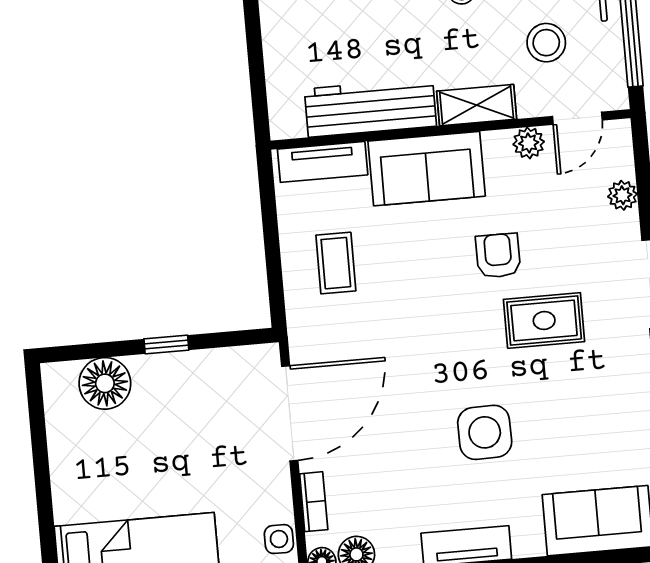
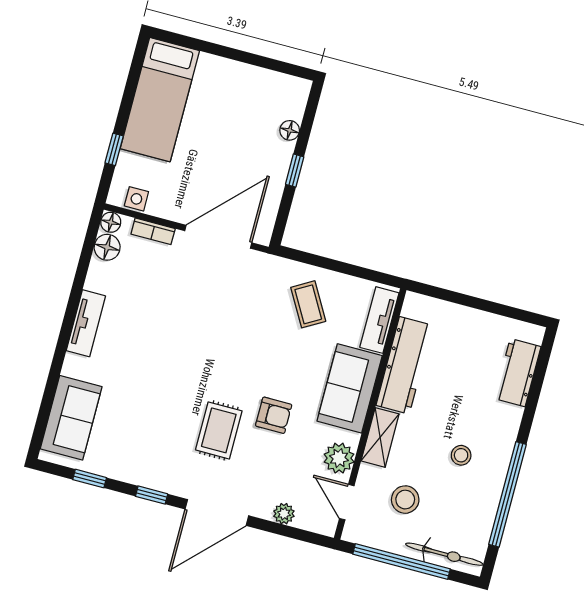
plant: (529, 143) -> (339, 458), width x1.38, depth x1.38
coffee table: (336, 263) -> (308, 304), turned 60
floor lamp: (105, 383) -> (290, 130), width x0.53, depth x0.53
door: (290, 413) -> (218, 237), swing flipped
side table: (485, 432) -> (158, 363), removed

